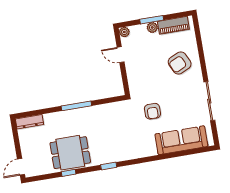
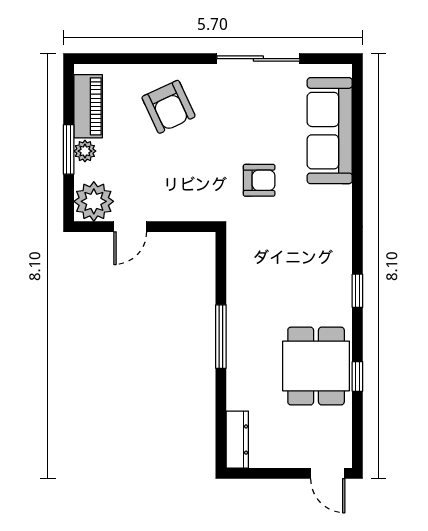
plant: (124, 32) -> (94, 201), width x1.88, depth x1.88

